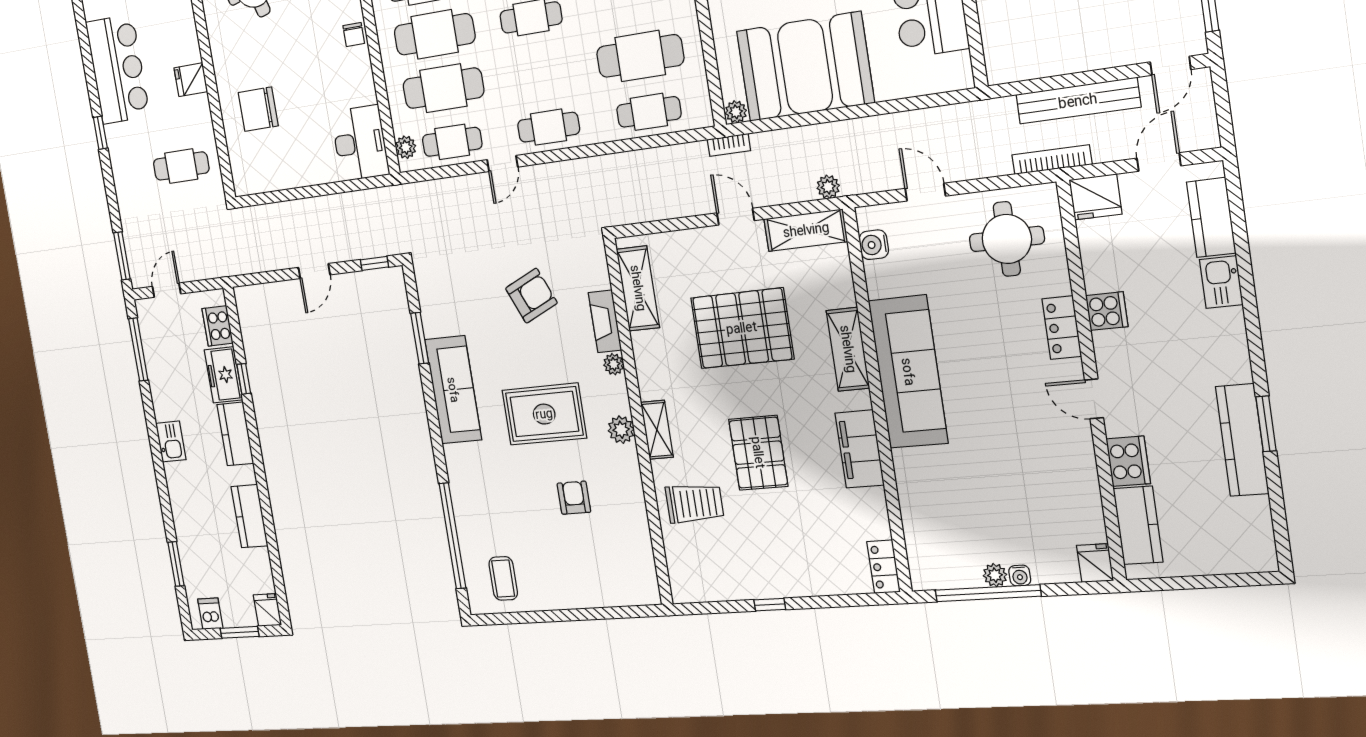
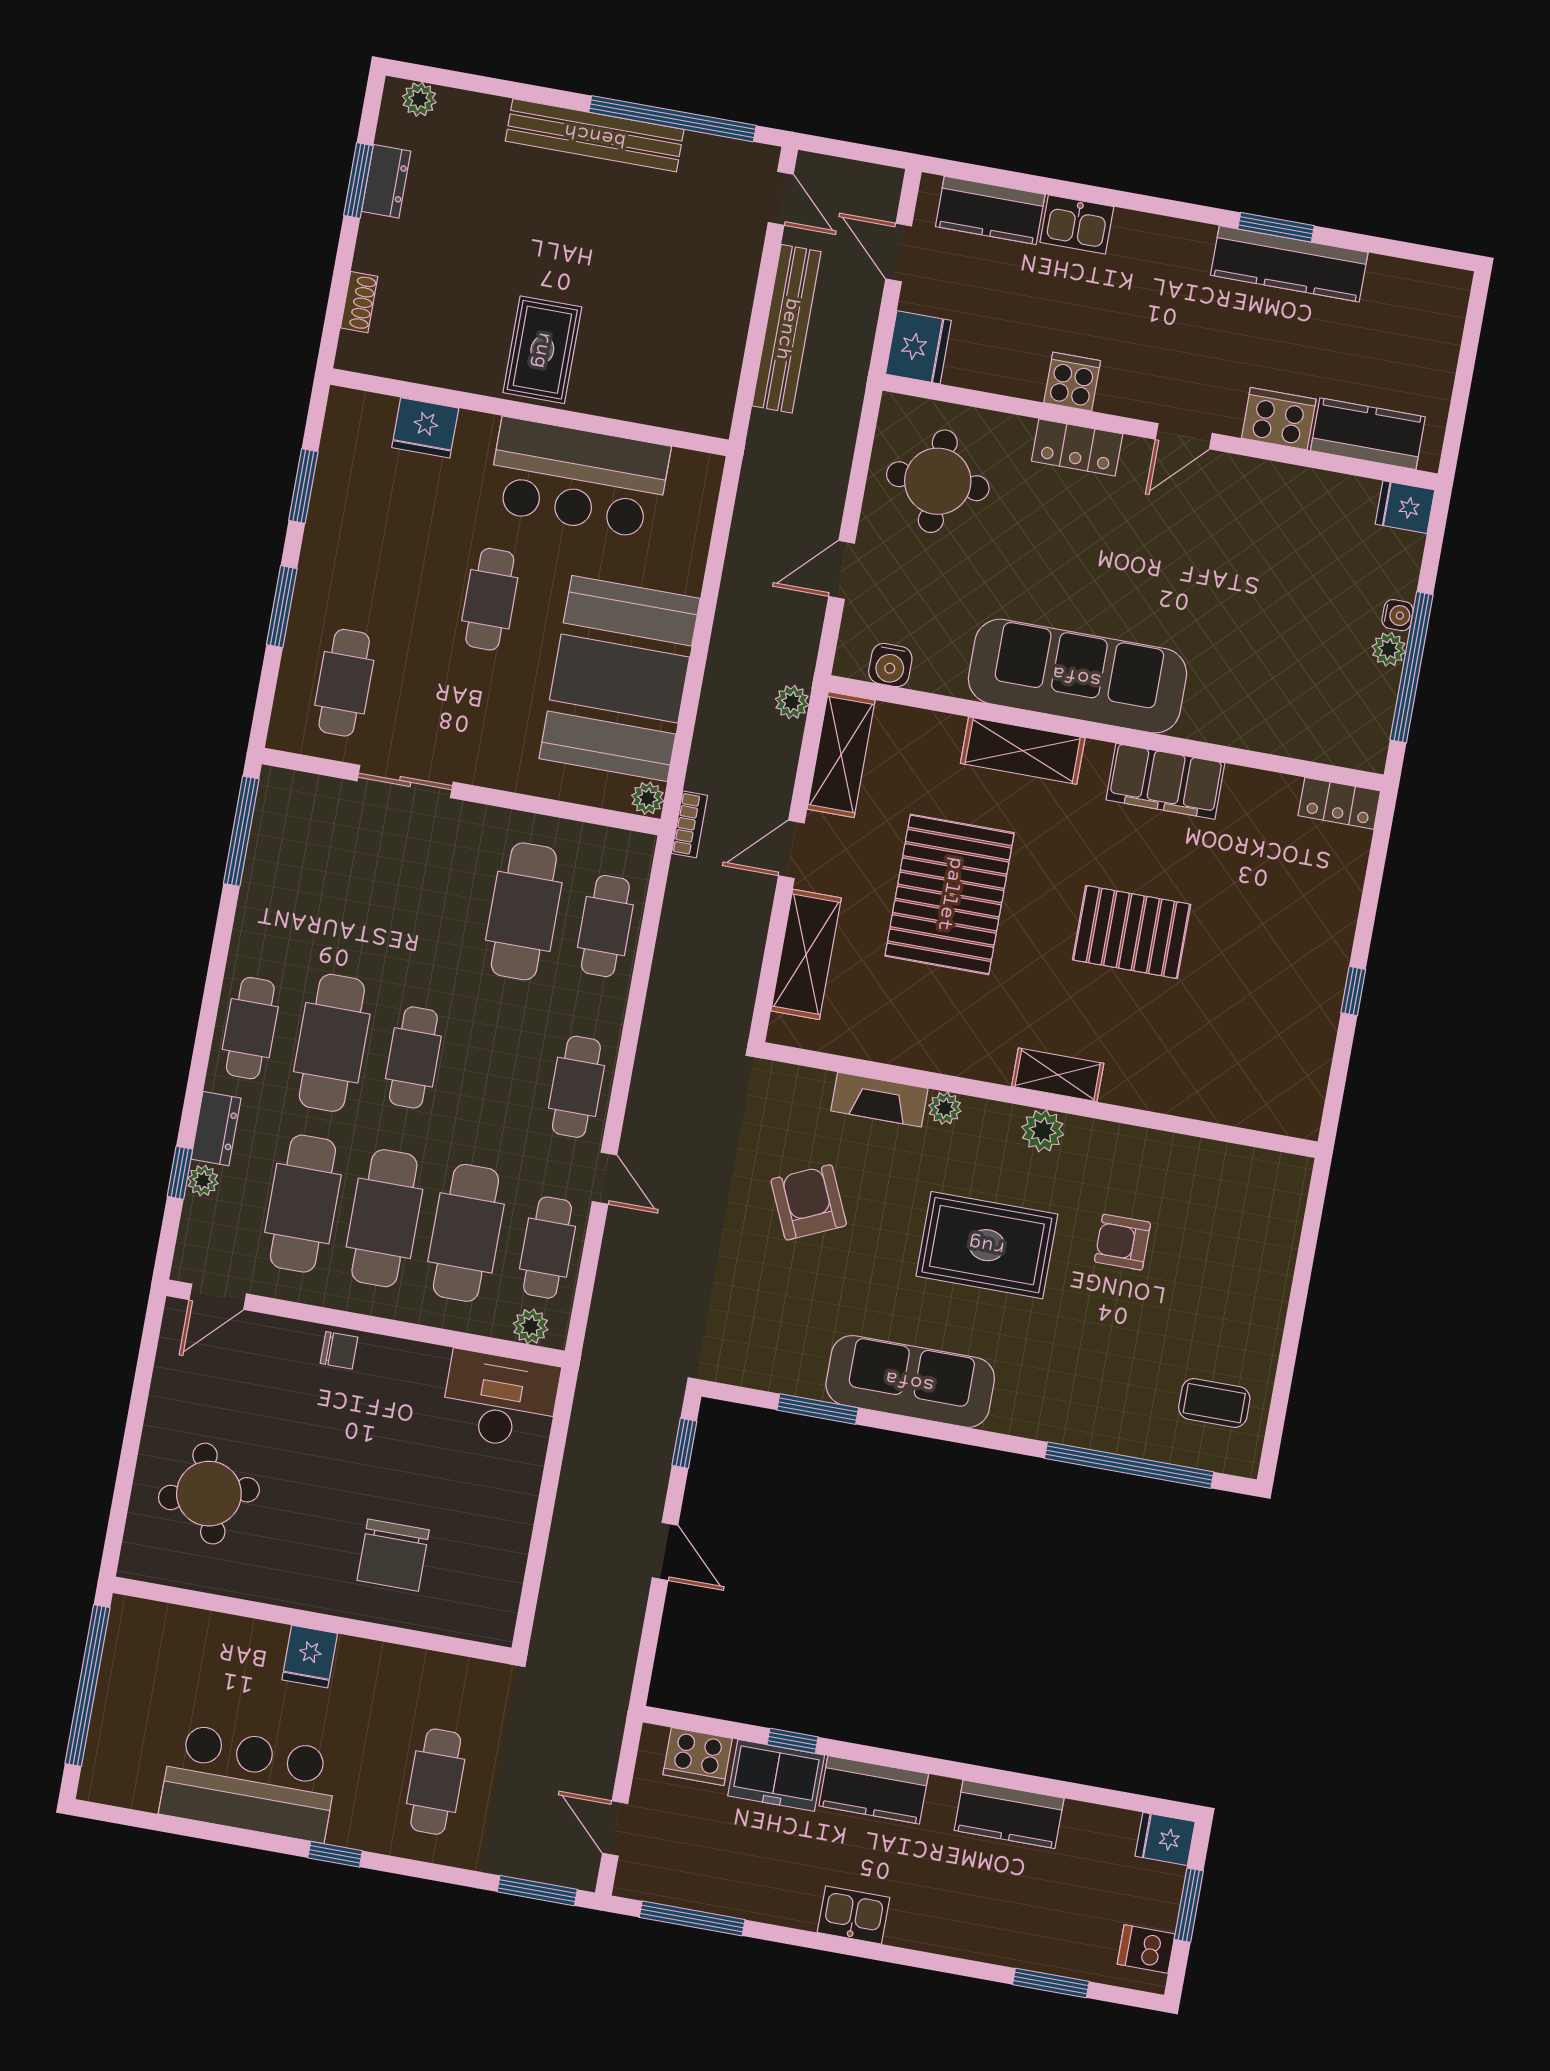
bookcase: (1052, 160) -> (852, 388), removed
cafe table: (181, 166) -> (436, 1782), moved
shelving: (638, 288) -> (806, 954), moved, turned 90
rug: (544, 414) -> (987, 1245), turned 90
trolley: (695, 503) -> (1179, 1054), removed

